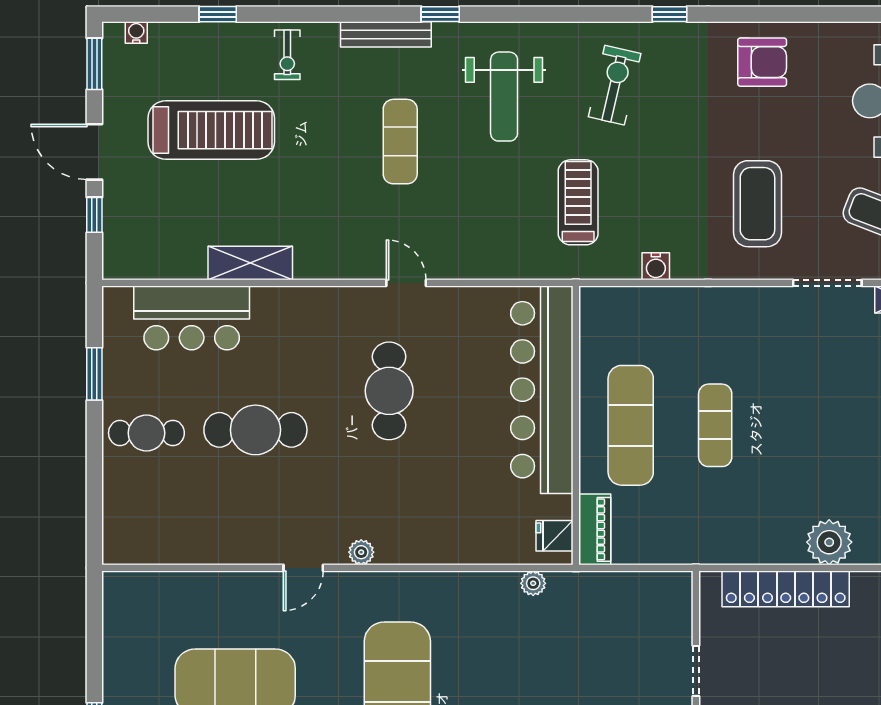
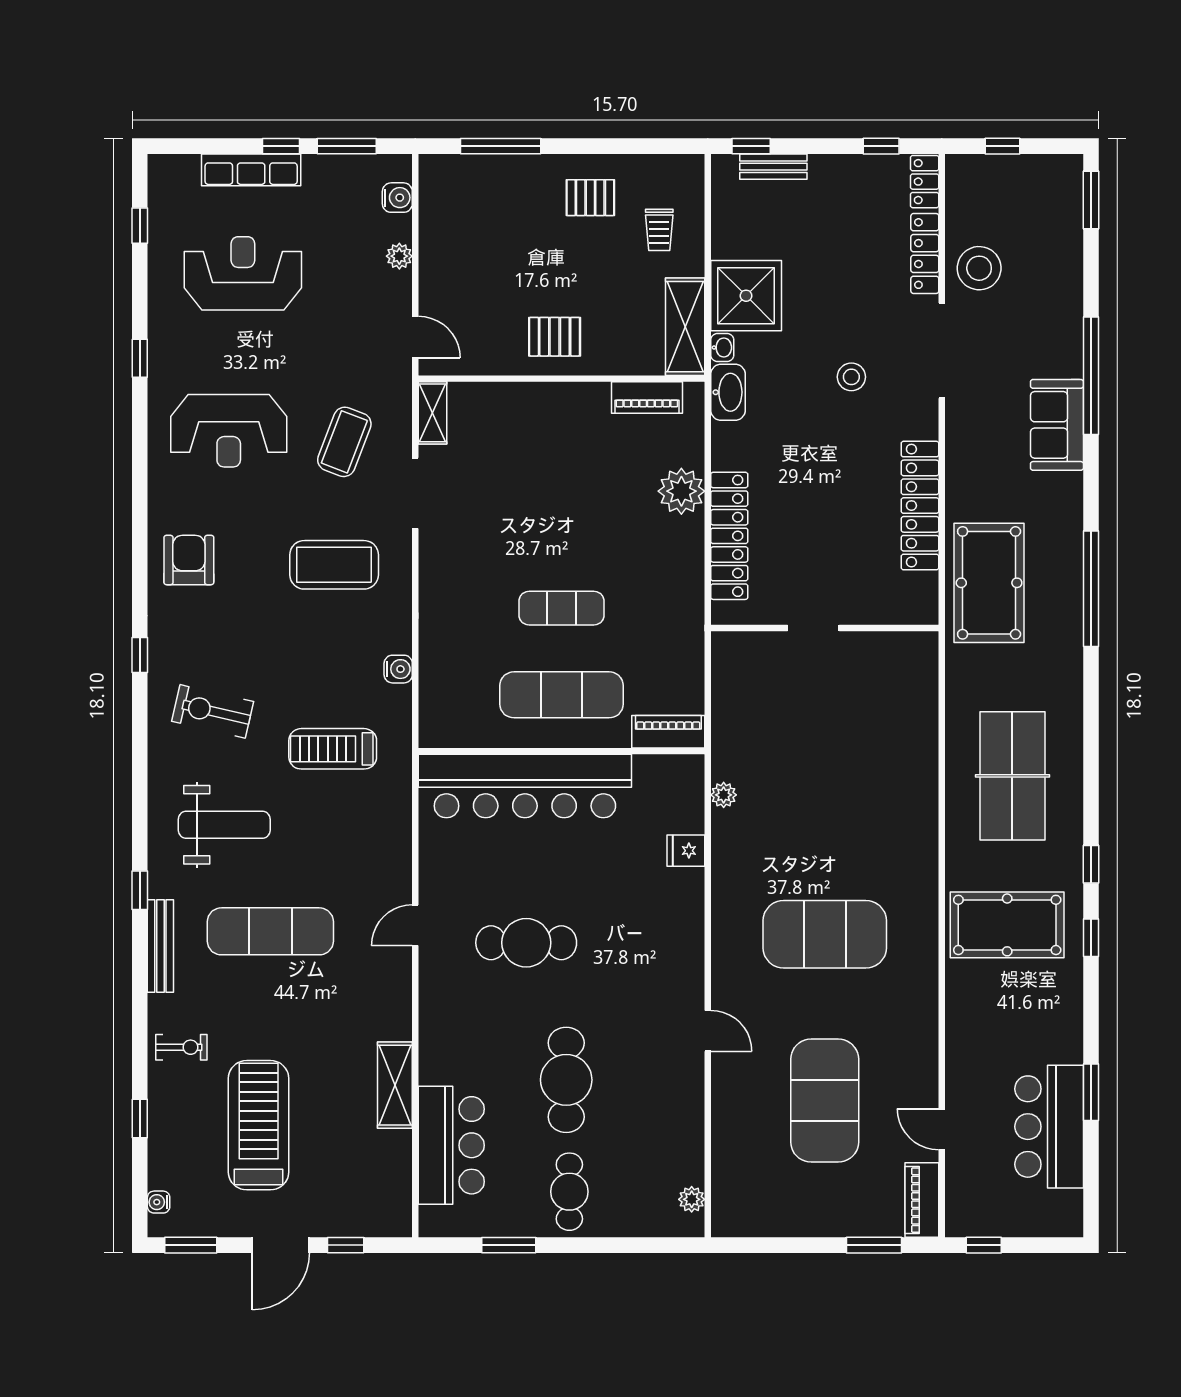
exercise mat: (400, 142) -> (270, 931), width x1.36, depth x1.45
fridge: (555, 536) -> (686, 851), moved, turned 90
plant: (361, 552) -> (692, 1199), moved

